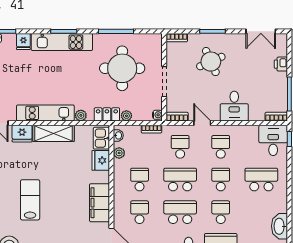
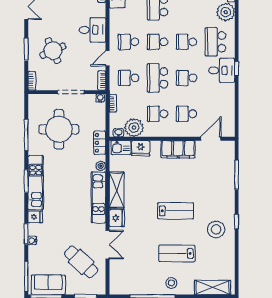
plant: (126, 116) -> (101, 125), removed
plant: (119, 153) -> (134, 128), width x1.87, depth x1.87
lab bench: (30, 200) -> (176, 211), turned 180
school desk: (180, 212) -> (187, 78), width x0.54

